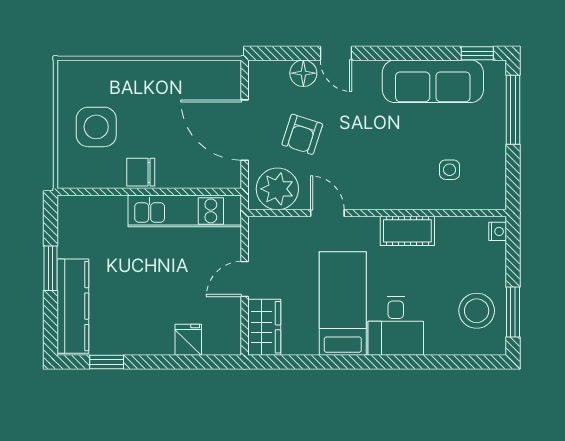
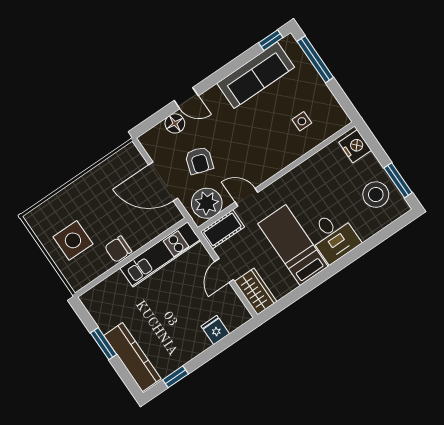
cot: (407, 231) -> (222, 229), moved
nightstand: (498, 231) -> (355, 146), width x1.89, depth x1.79

